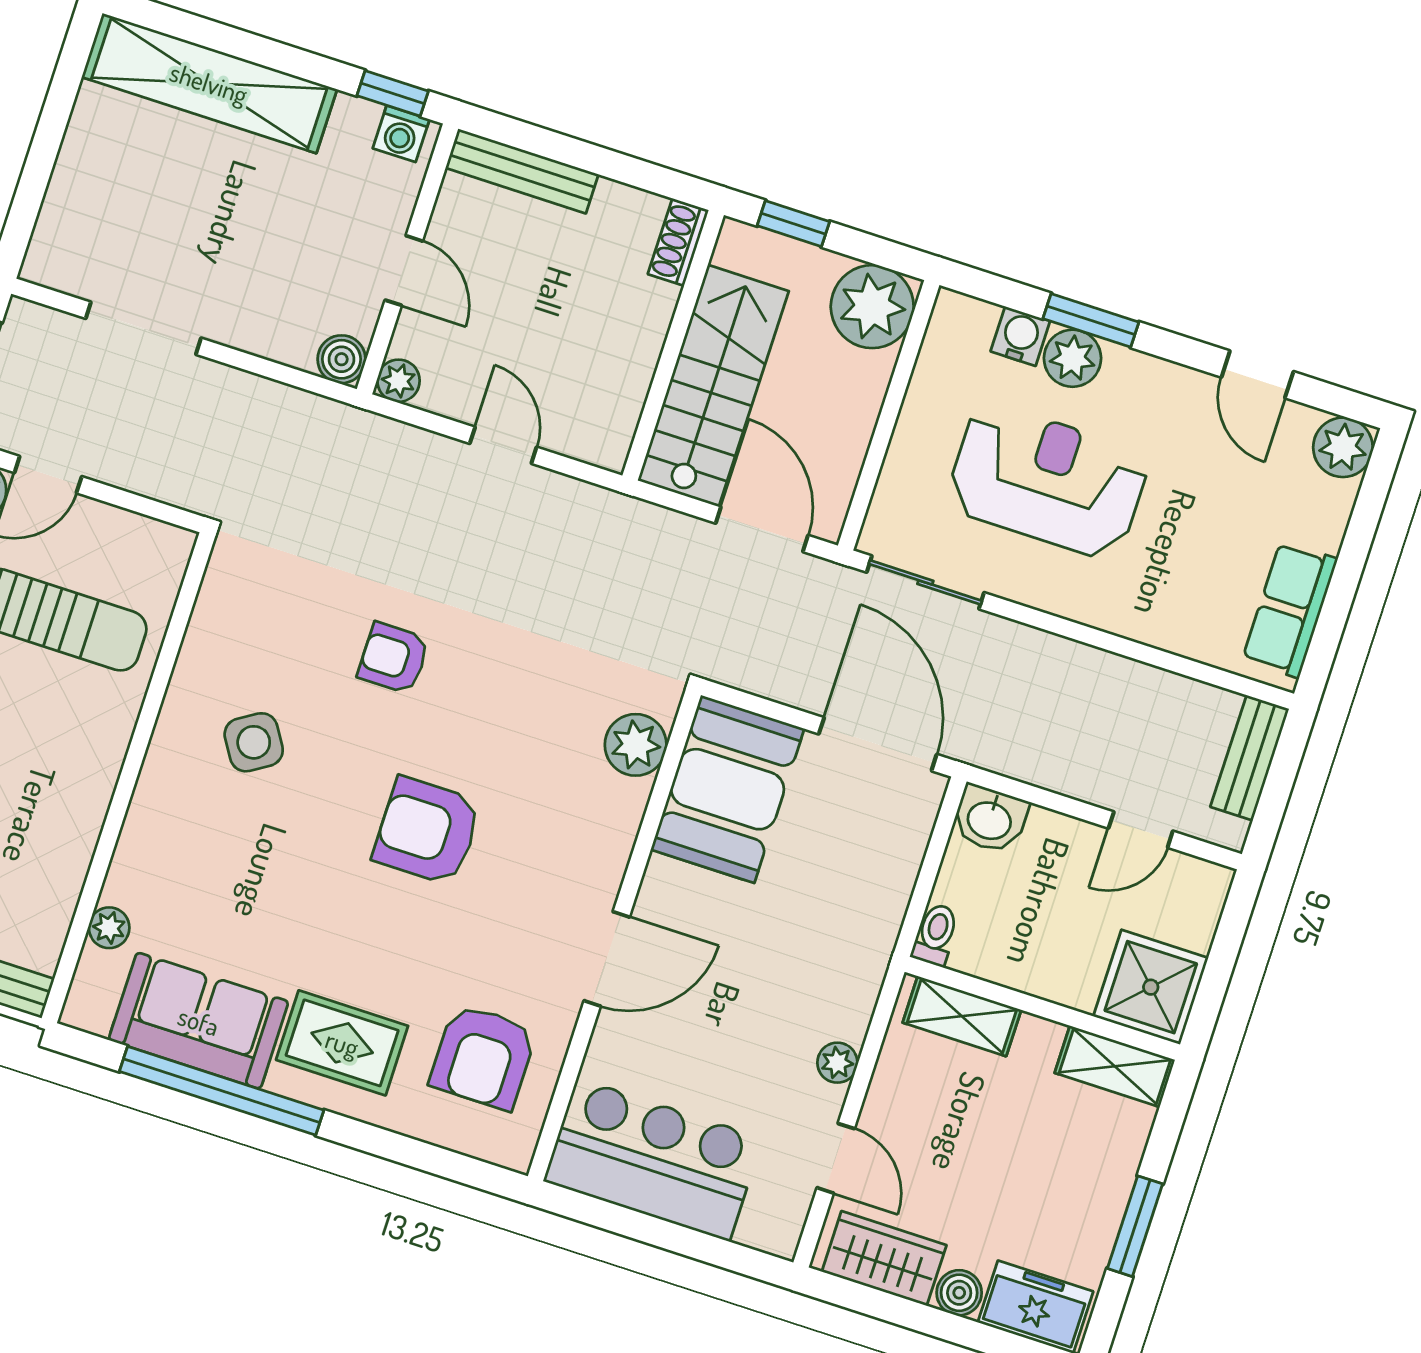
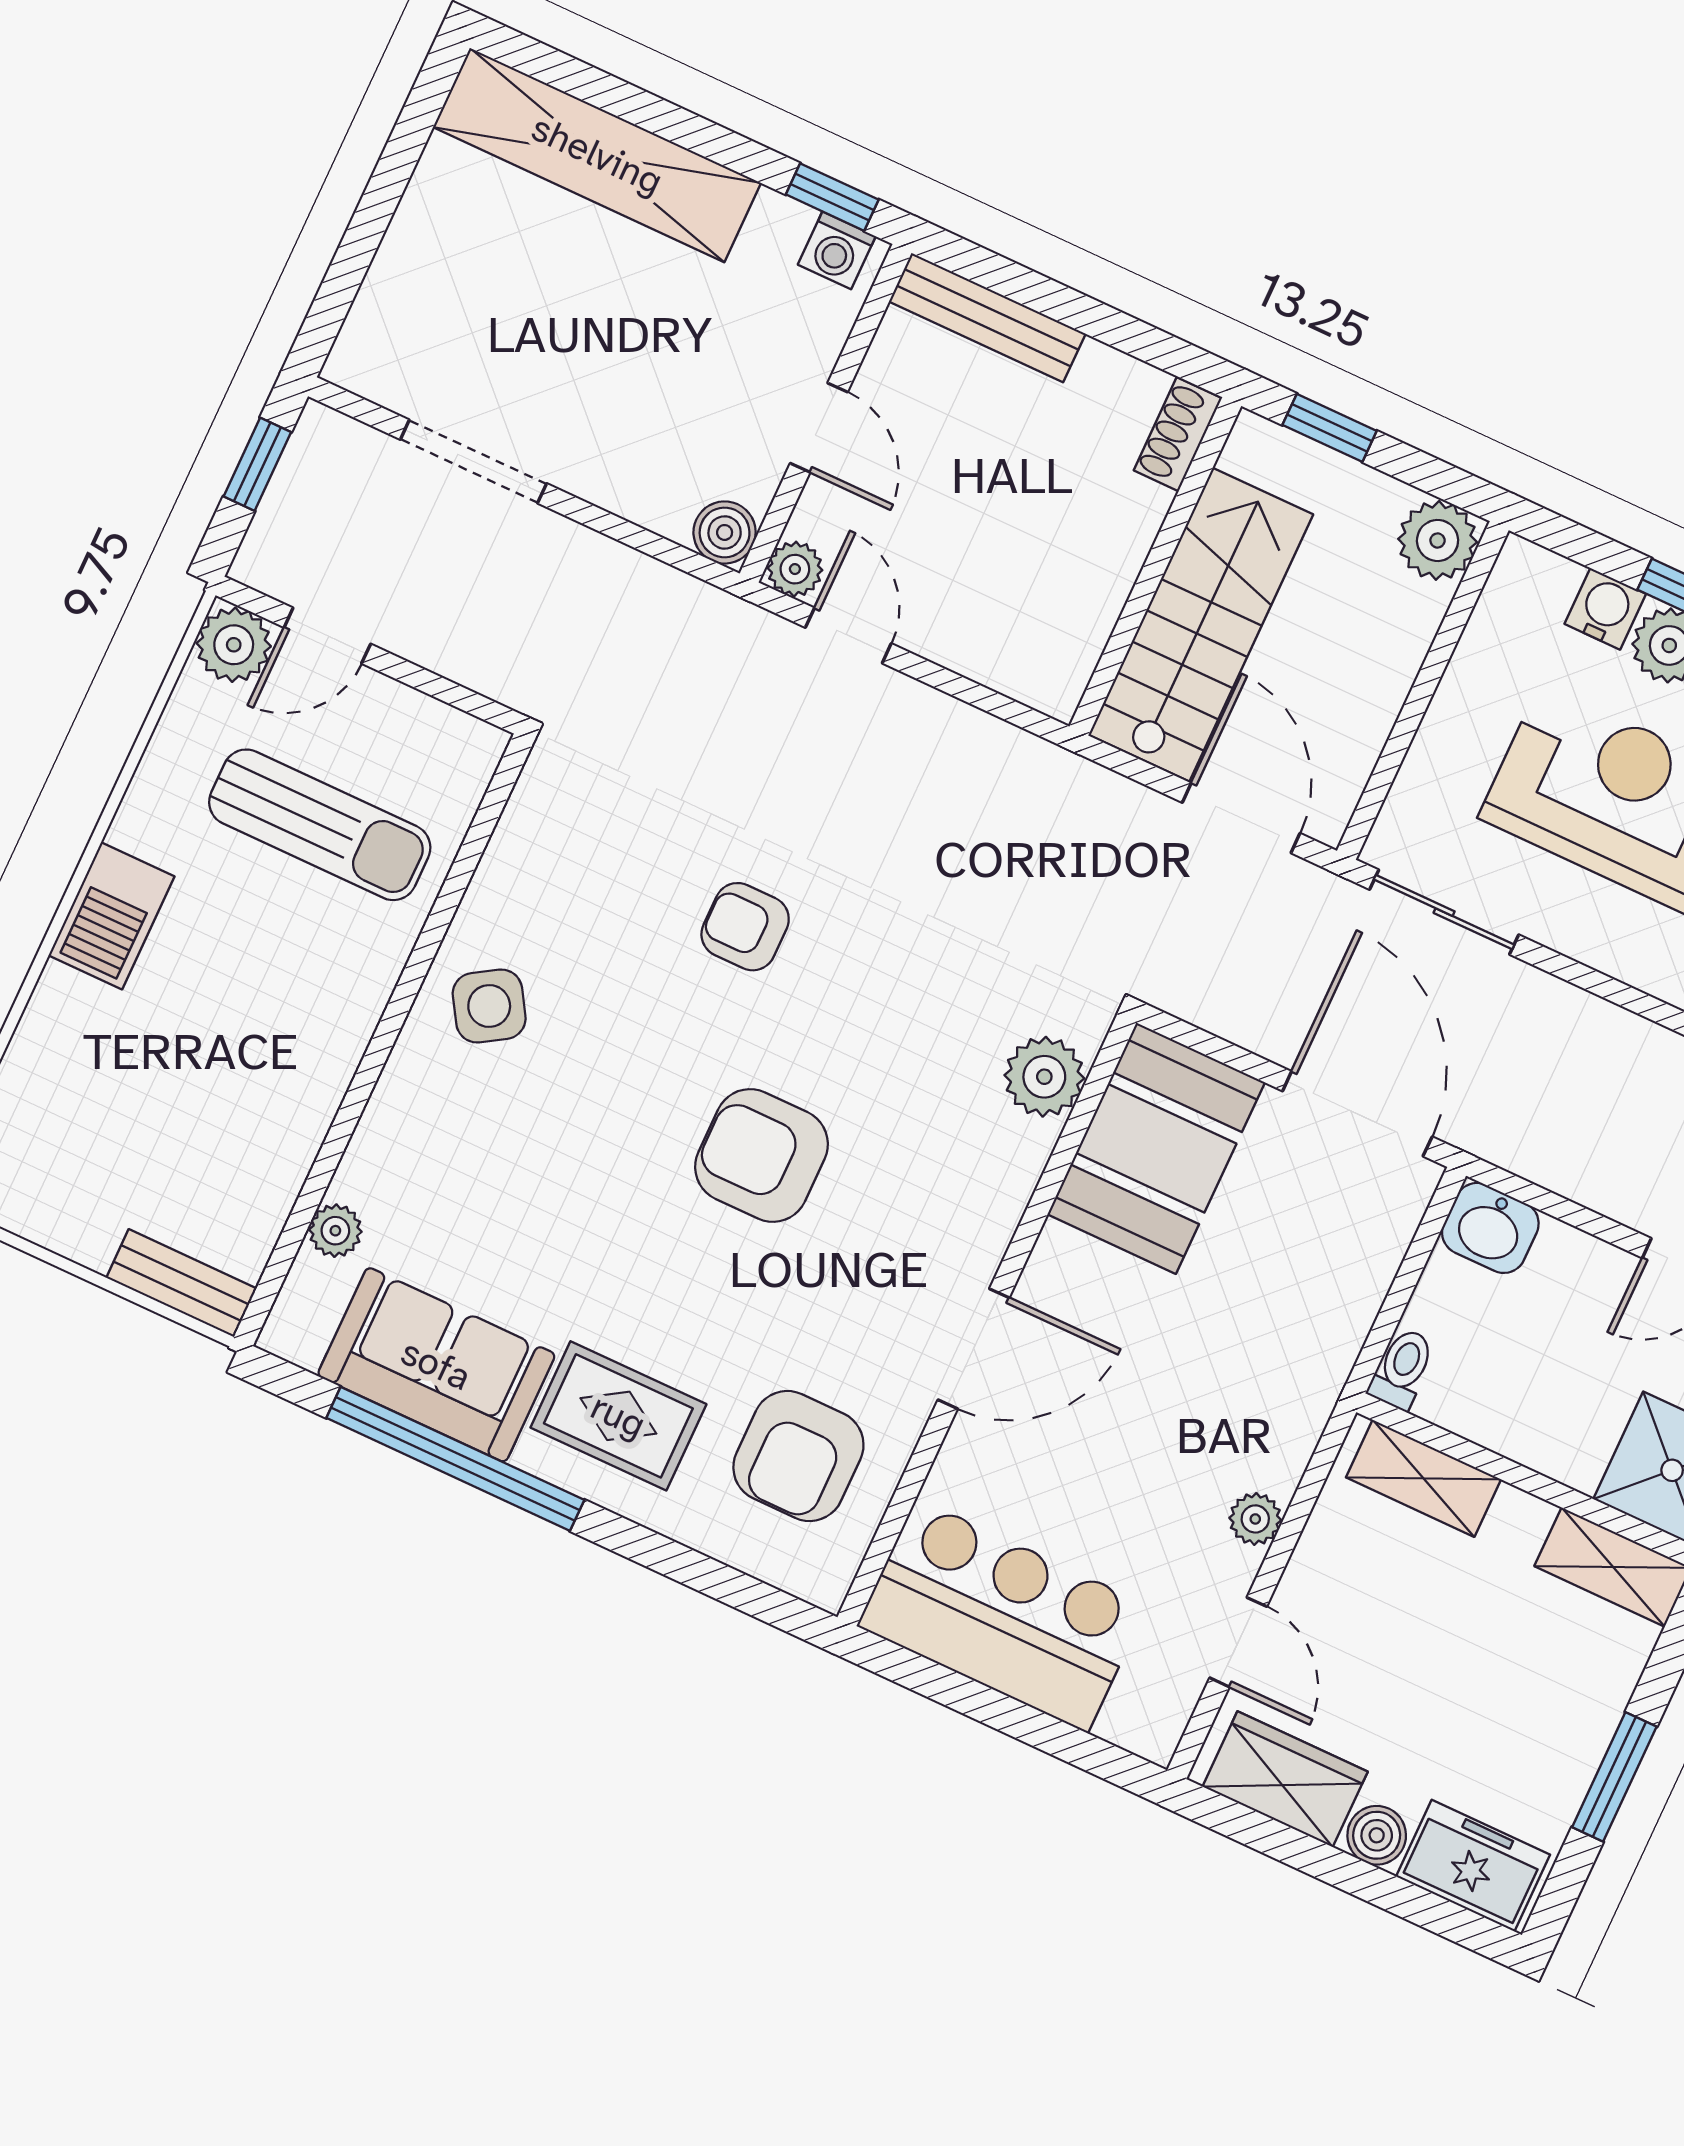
plant: (872, 307) -> (1438, 540), width x0.73, depth x0.73
door: (503, 445) -> (848, 636), moved
side table: (254, 742) -> (489, 1006), moved

